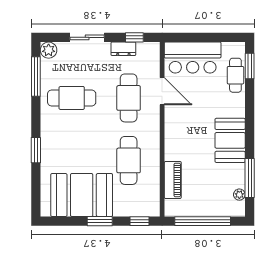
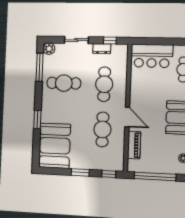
door: (162, 91) -> (127, 117), moved
booth: (82, 195) -> (55, 146), moved, turned 90

